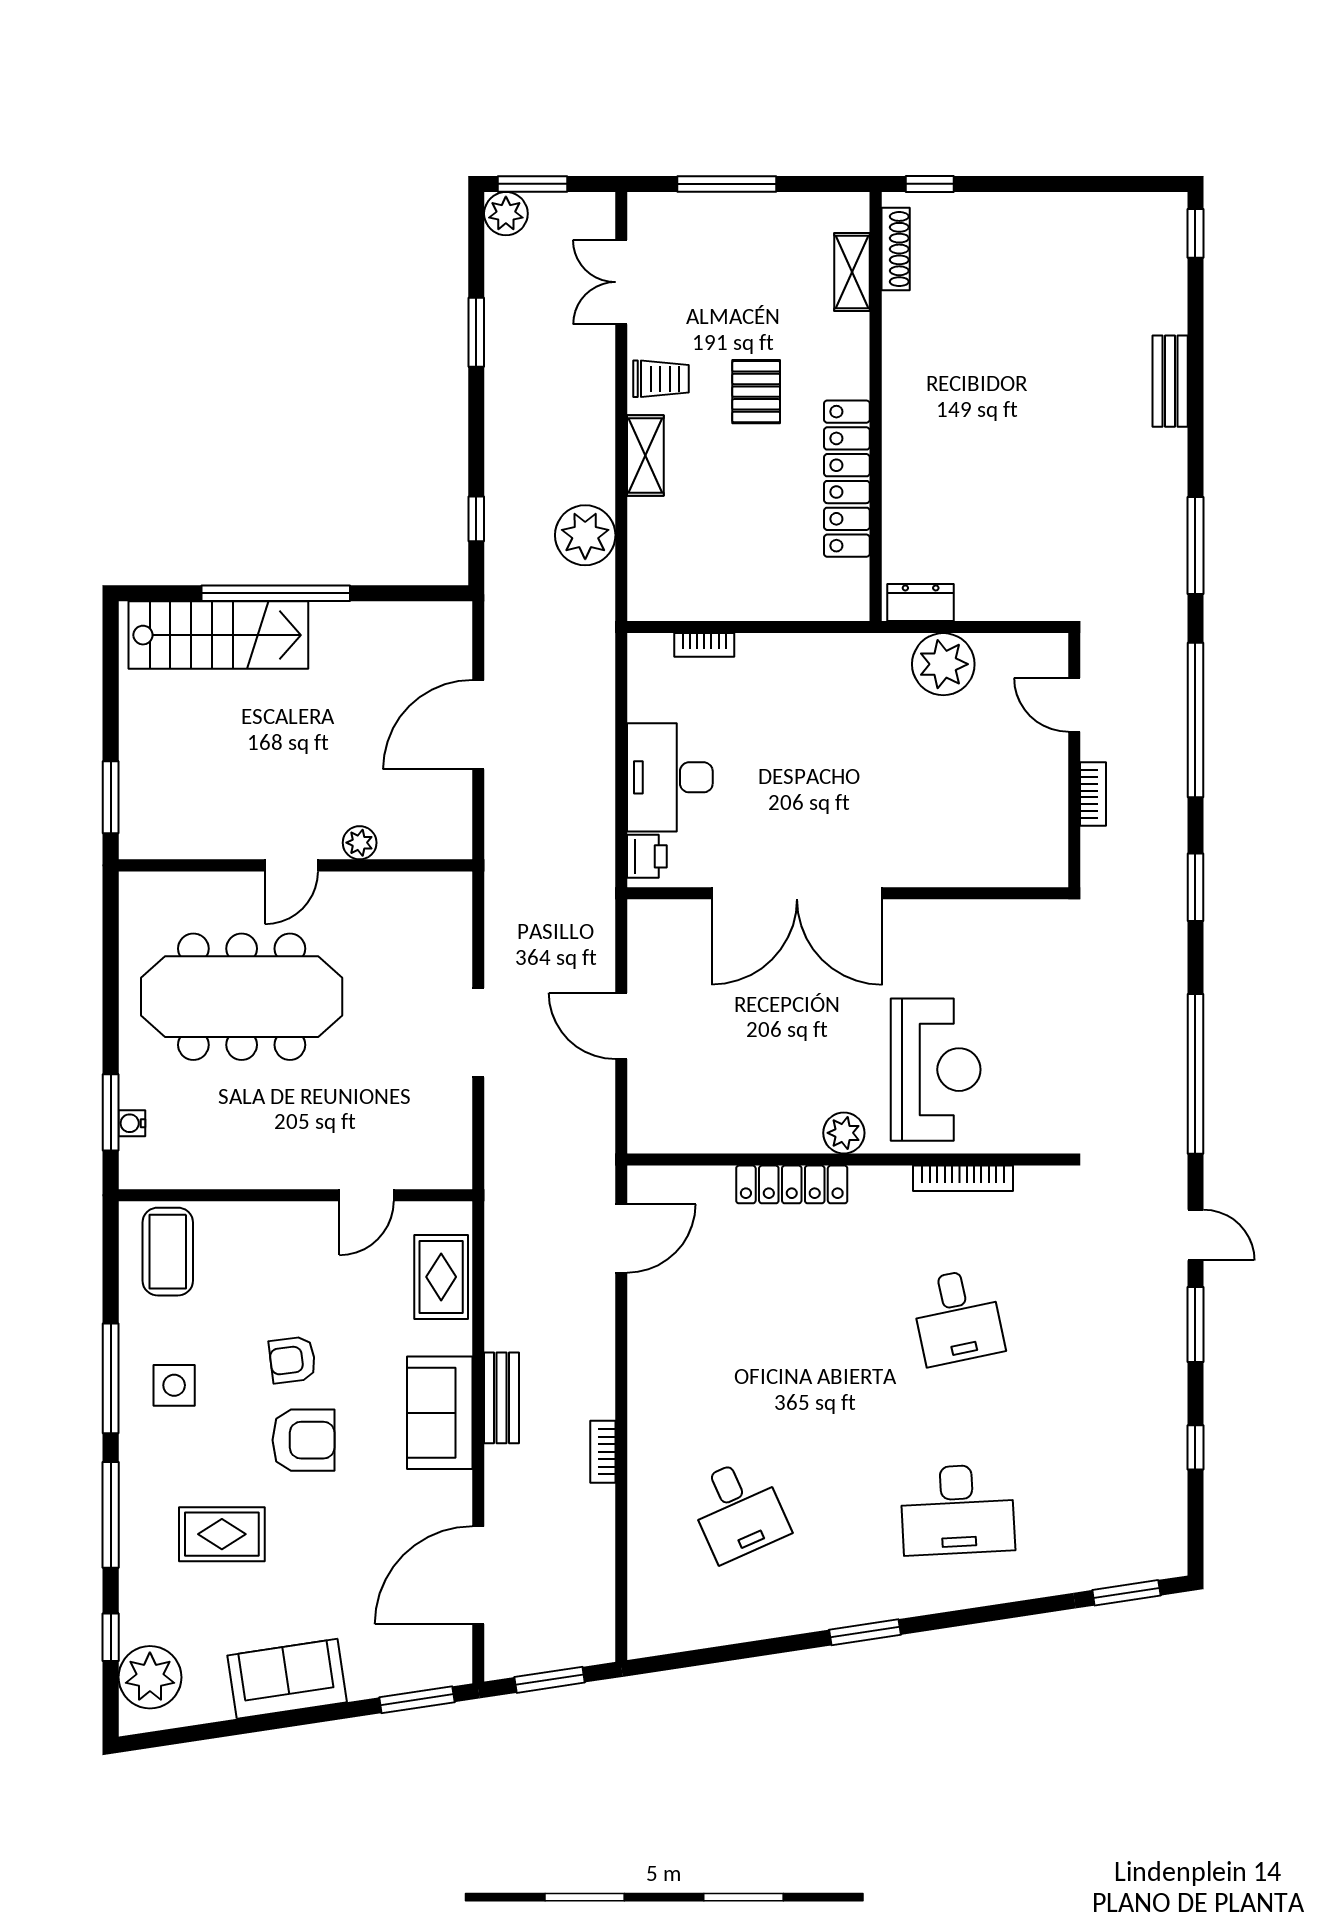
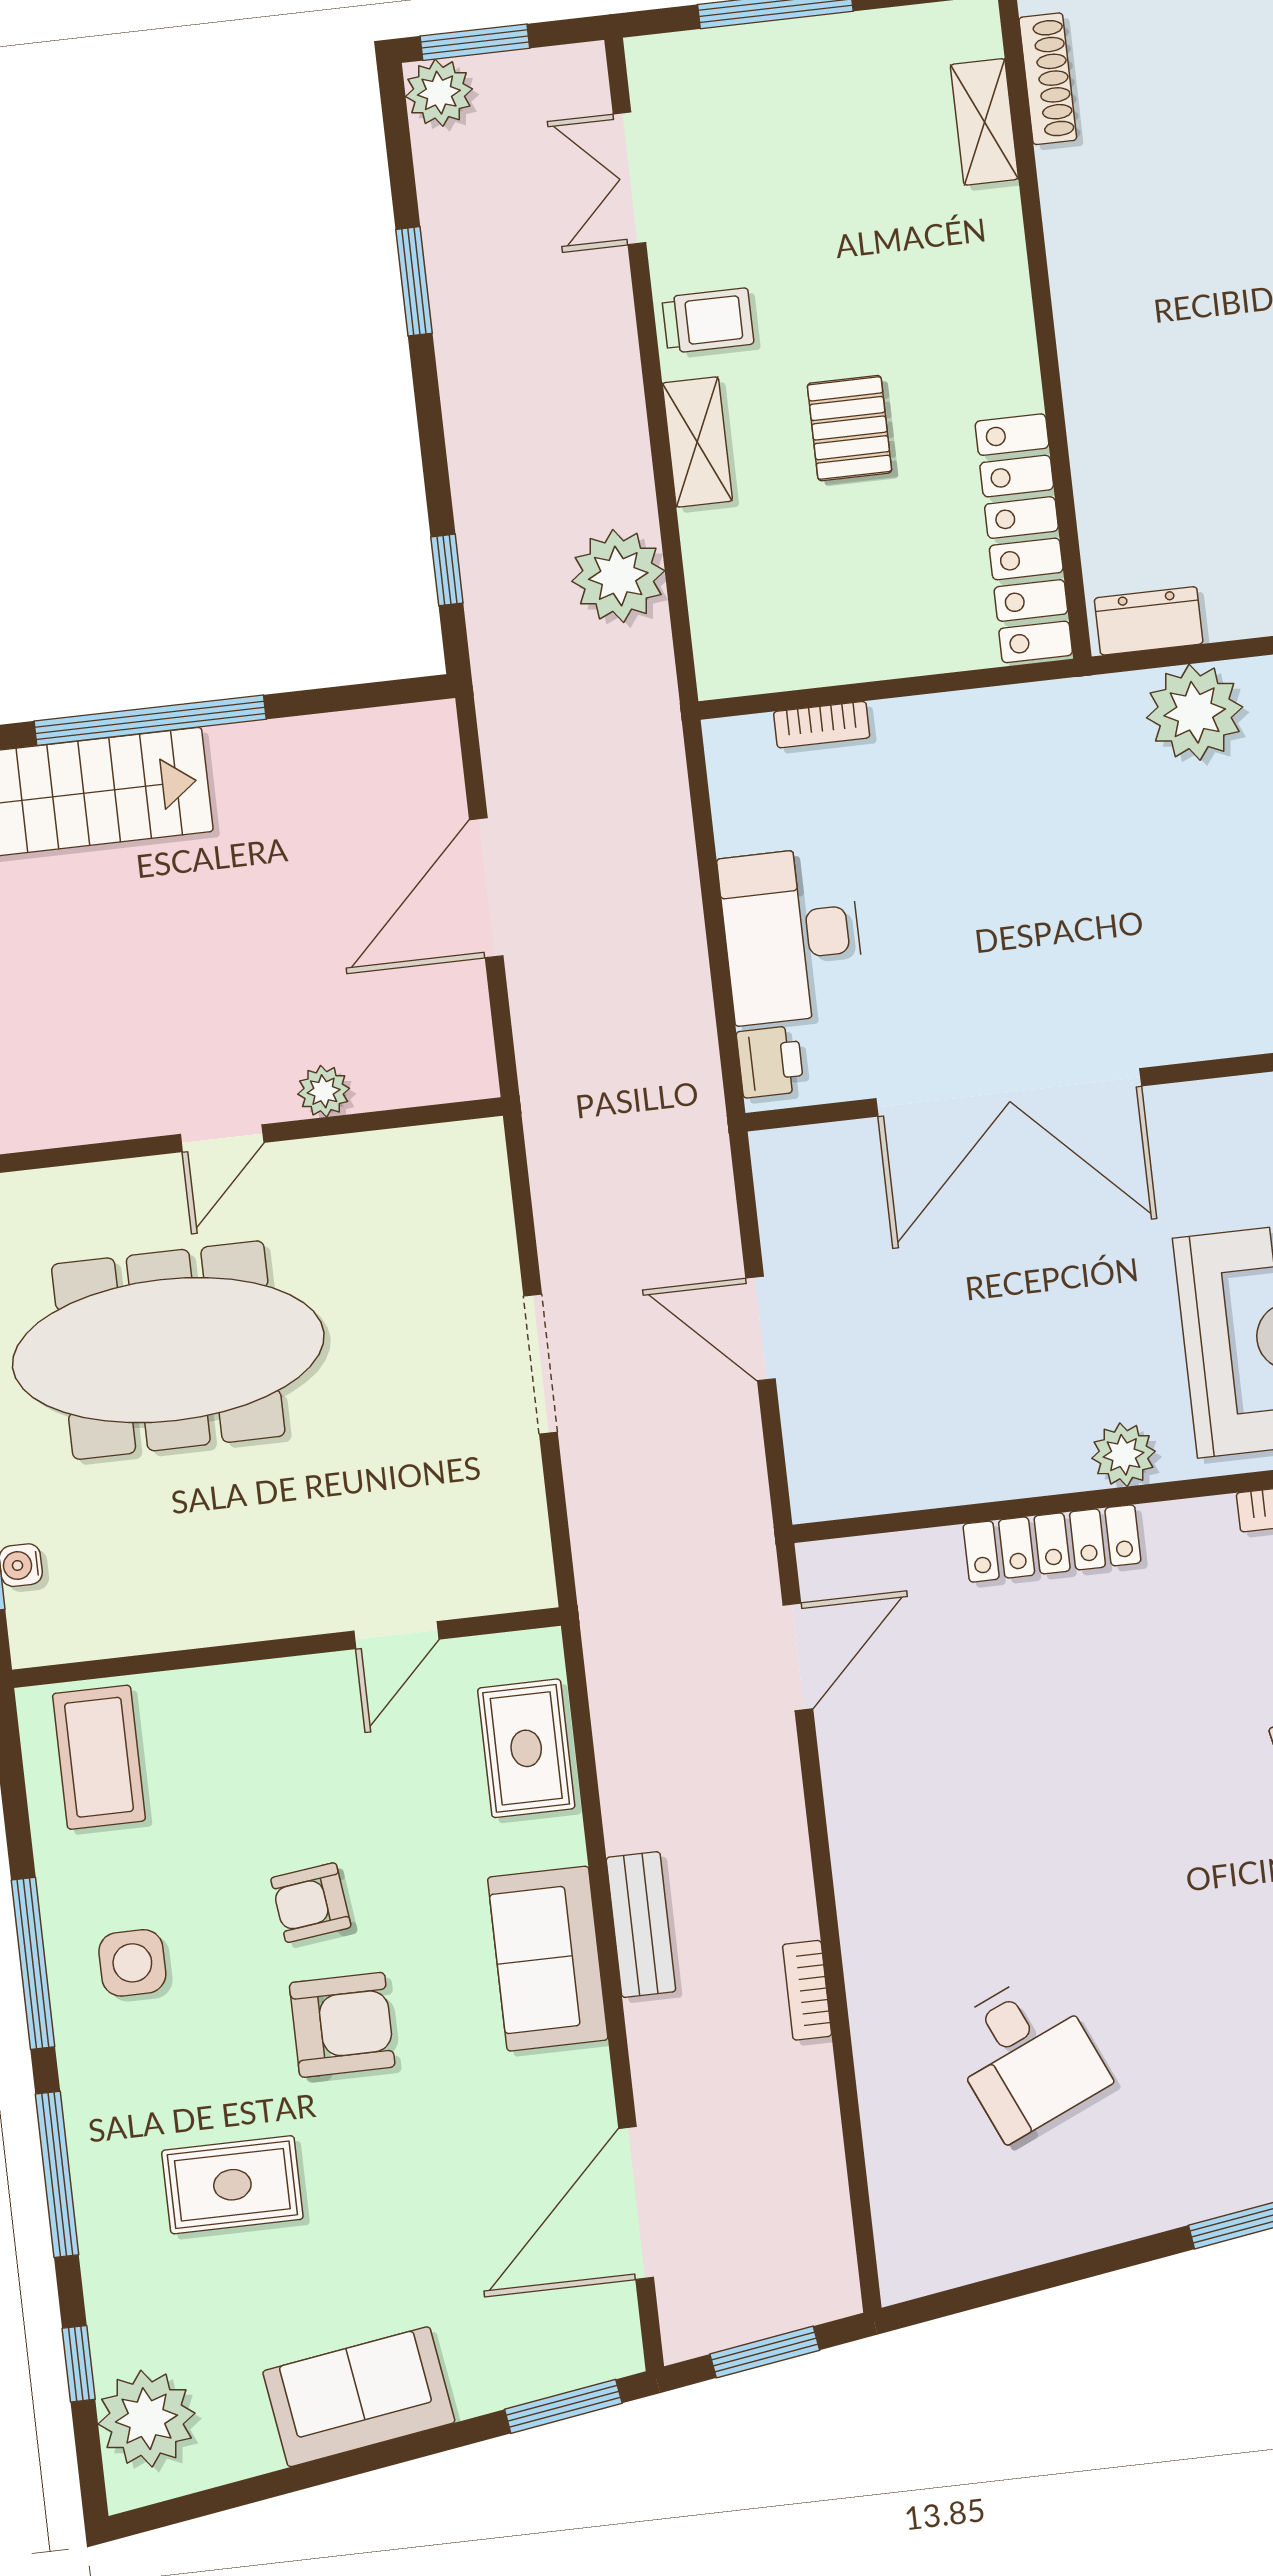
pallet: (756, 392) -> (849, 428), moved
locker: (847, 479) -> (1024, 538), moved

